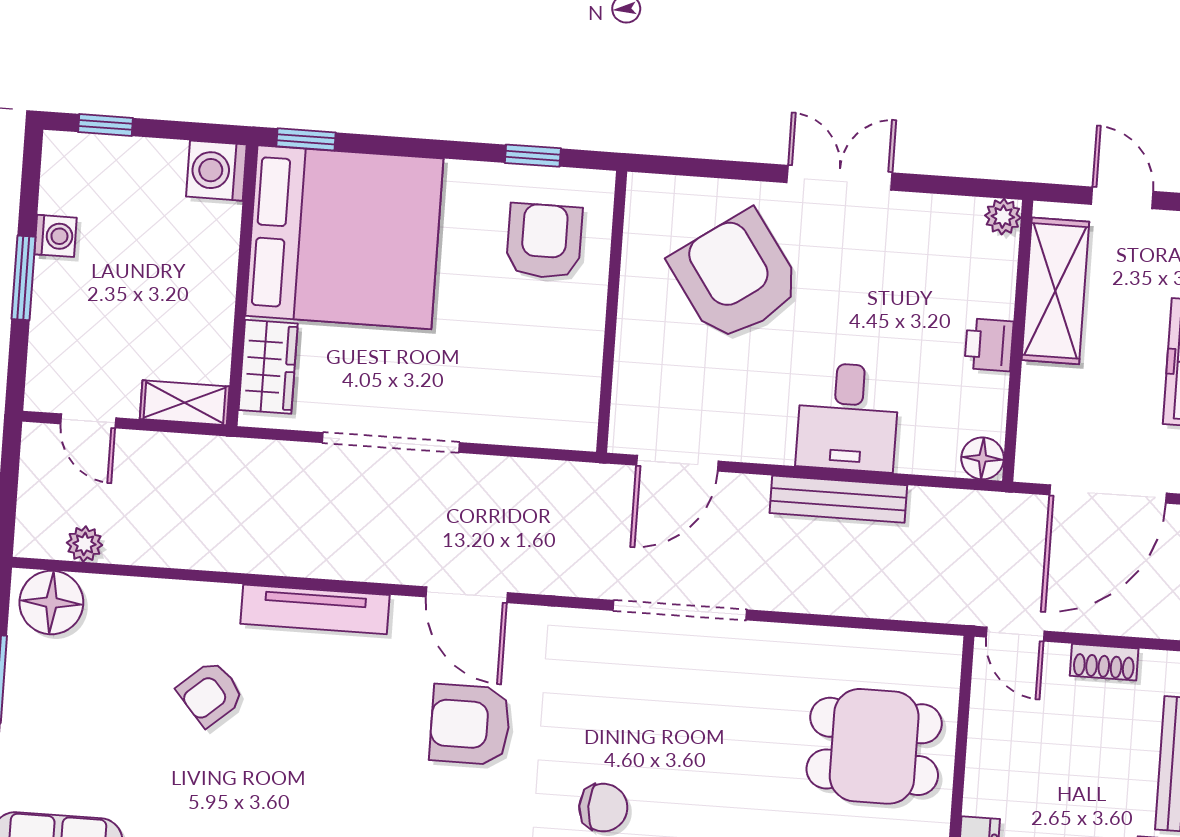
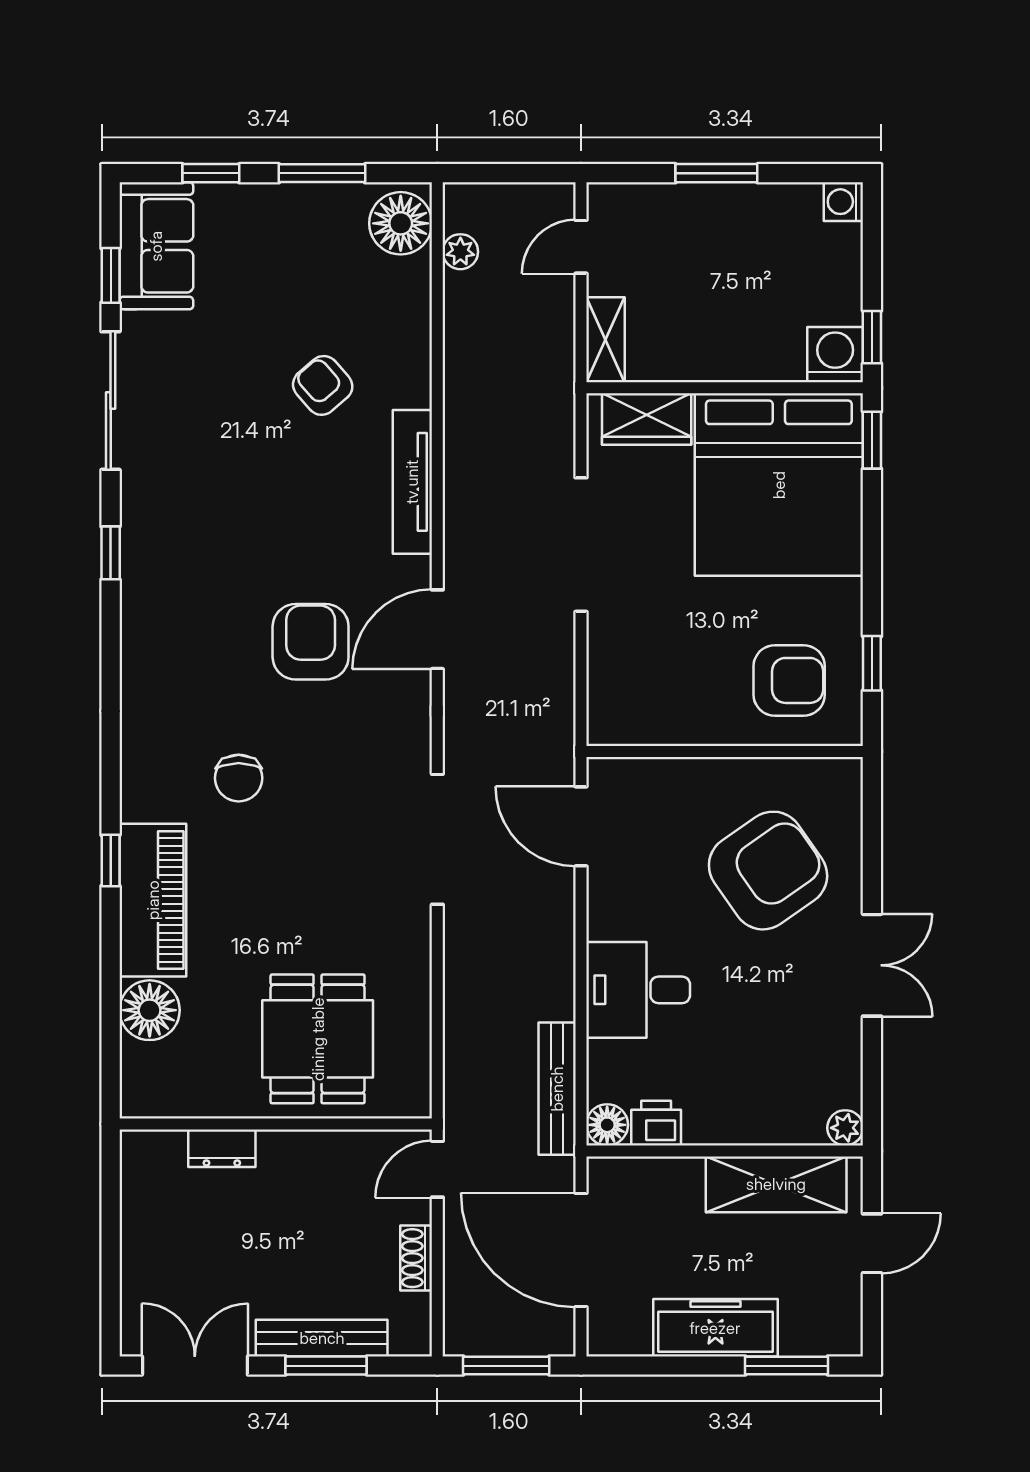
window: (106, 125) -> (872, 337), moved
washing machine: (56, 236) -> (843, 202), moved, turned 90
printer: (989, 345) -> (656, 1123), moved
bench: (838, 499) -> (557, 1089), moved

